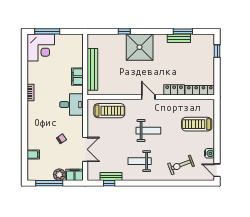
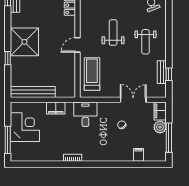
corner desk: (41, 48) -> (25, 127), moved
bench: (92, 69) -> (33, 92), moved
door: (148, 97) -> (77, 45), moved

